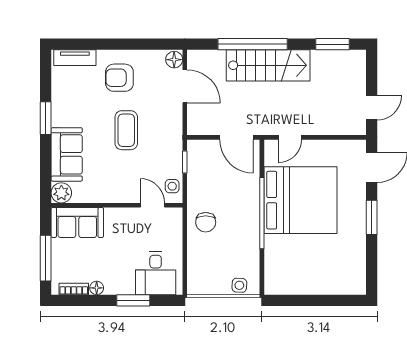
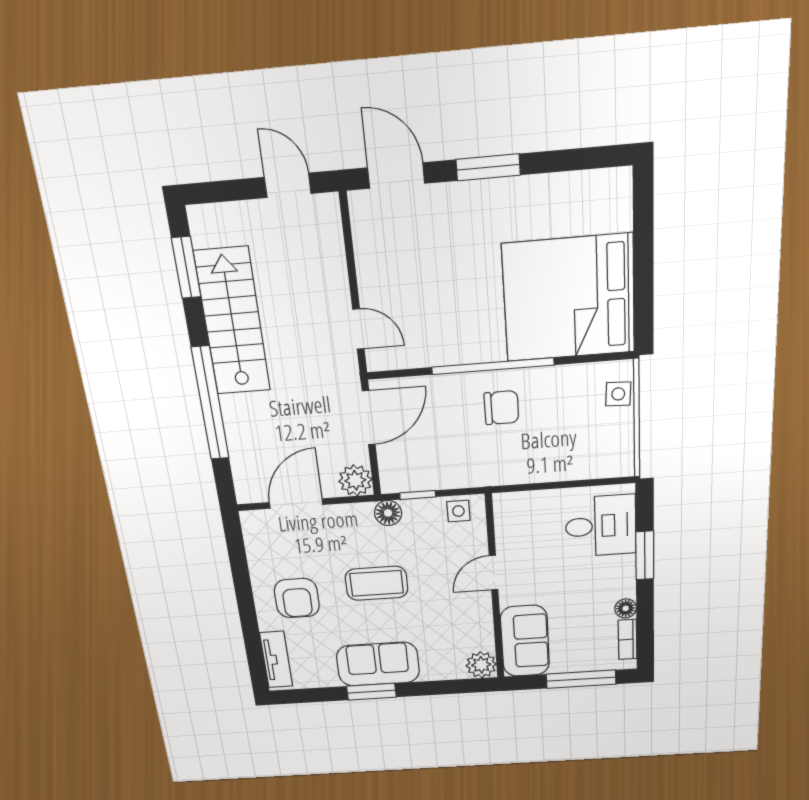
floor lamp: (174, 60) -> (388, 513), moved
stairs: (268, 65) -> (233, 322), moved
plant: (197, 125) -> (355, 480), added
sofa: (67, 154) -> (378, 664), moved
bed: (300, 200) -> (569, 298), moved, turned -90
door: (152, 205) -> (494, 573), moved
chair: (206, 222) -> (501, 408), moved

